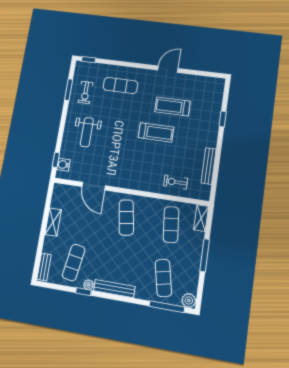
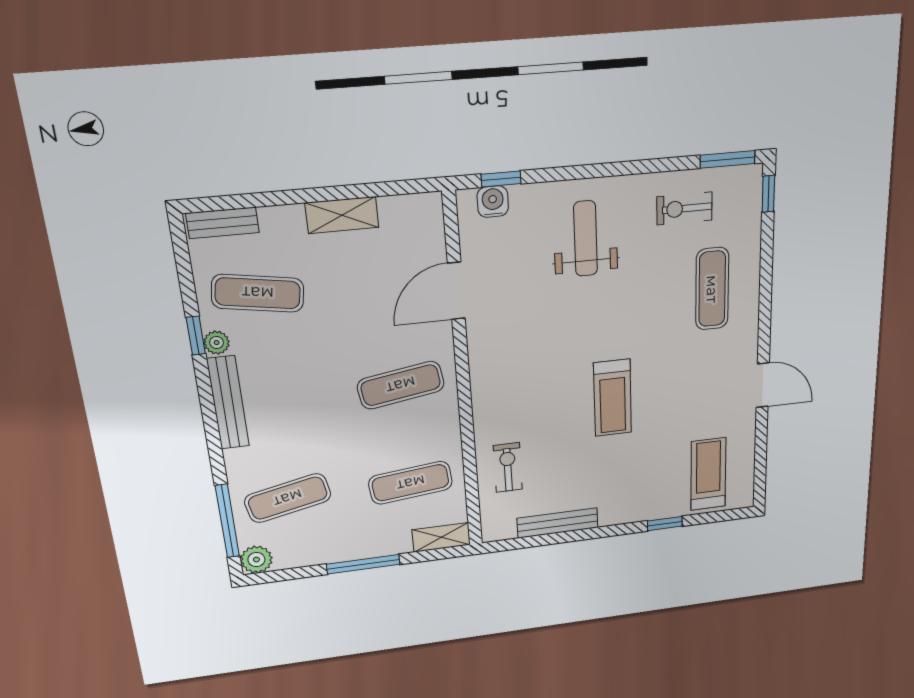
window: (69, 90) -> (727, 159), moved
treadmill: (172, 106) -> (708, 474), moved
weight bench: (87, 132) -> (586, 239), turned 90

